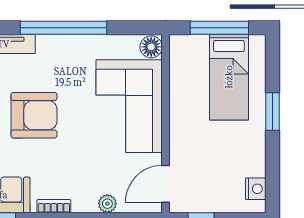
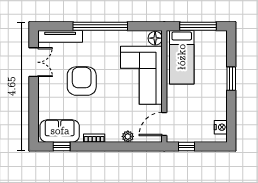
bed: (229, 77) -> (182, 57), moved
armchair: (34, 115) -> (82, 81), turned -90

